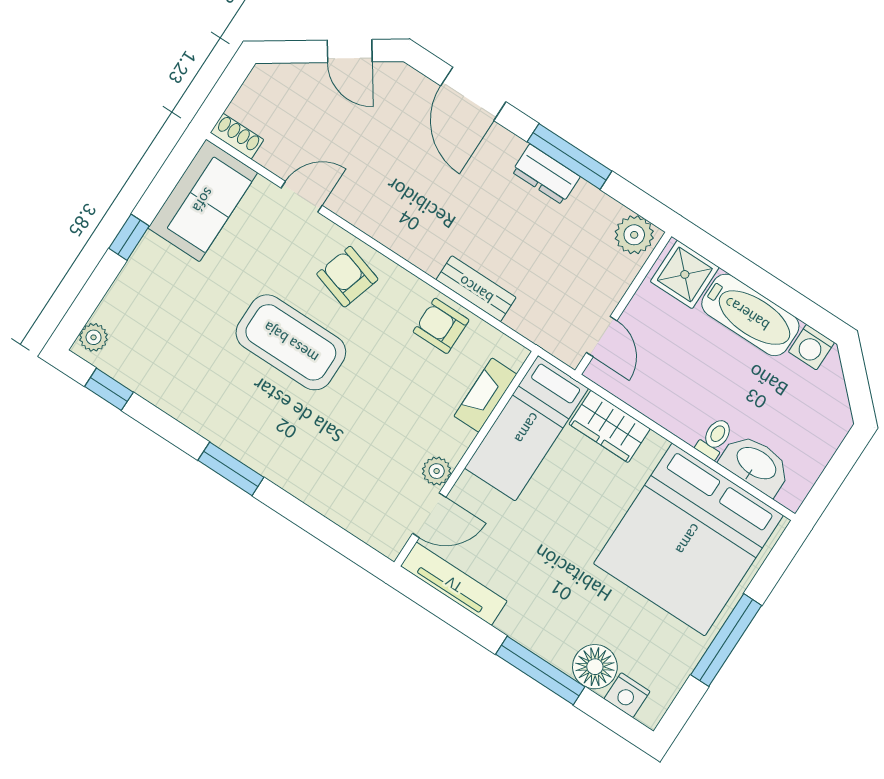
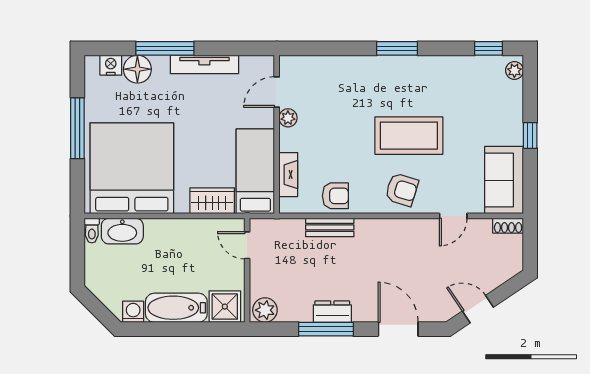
toilet: (715, 438) -> (92, 231), moved
tv unit: (454, 584) -> (204, 64), moved

